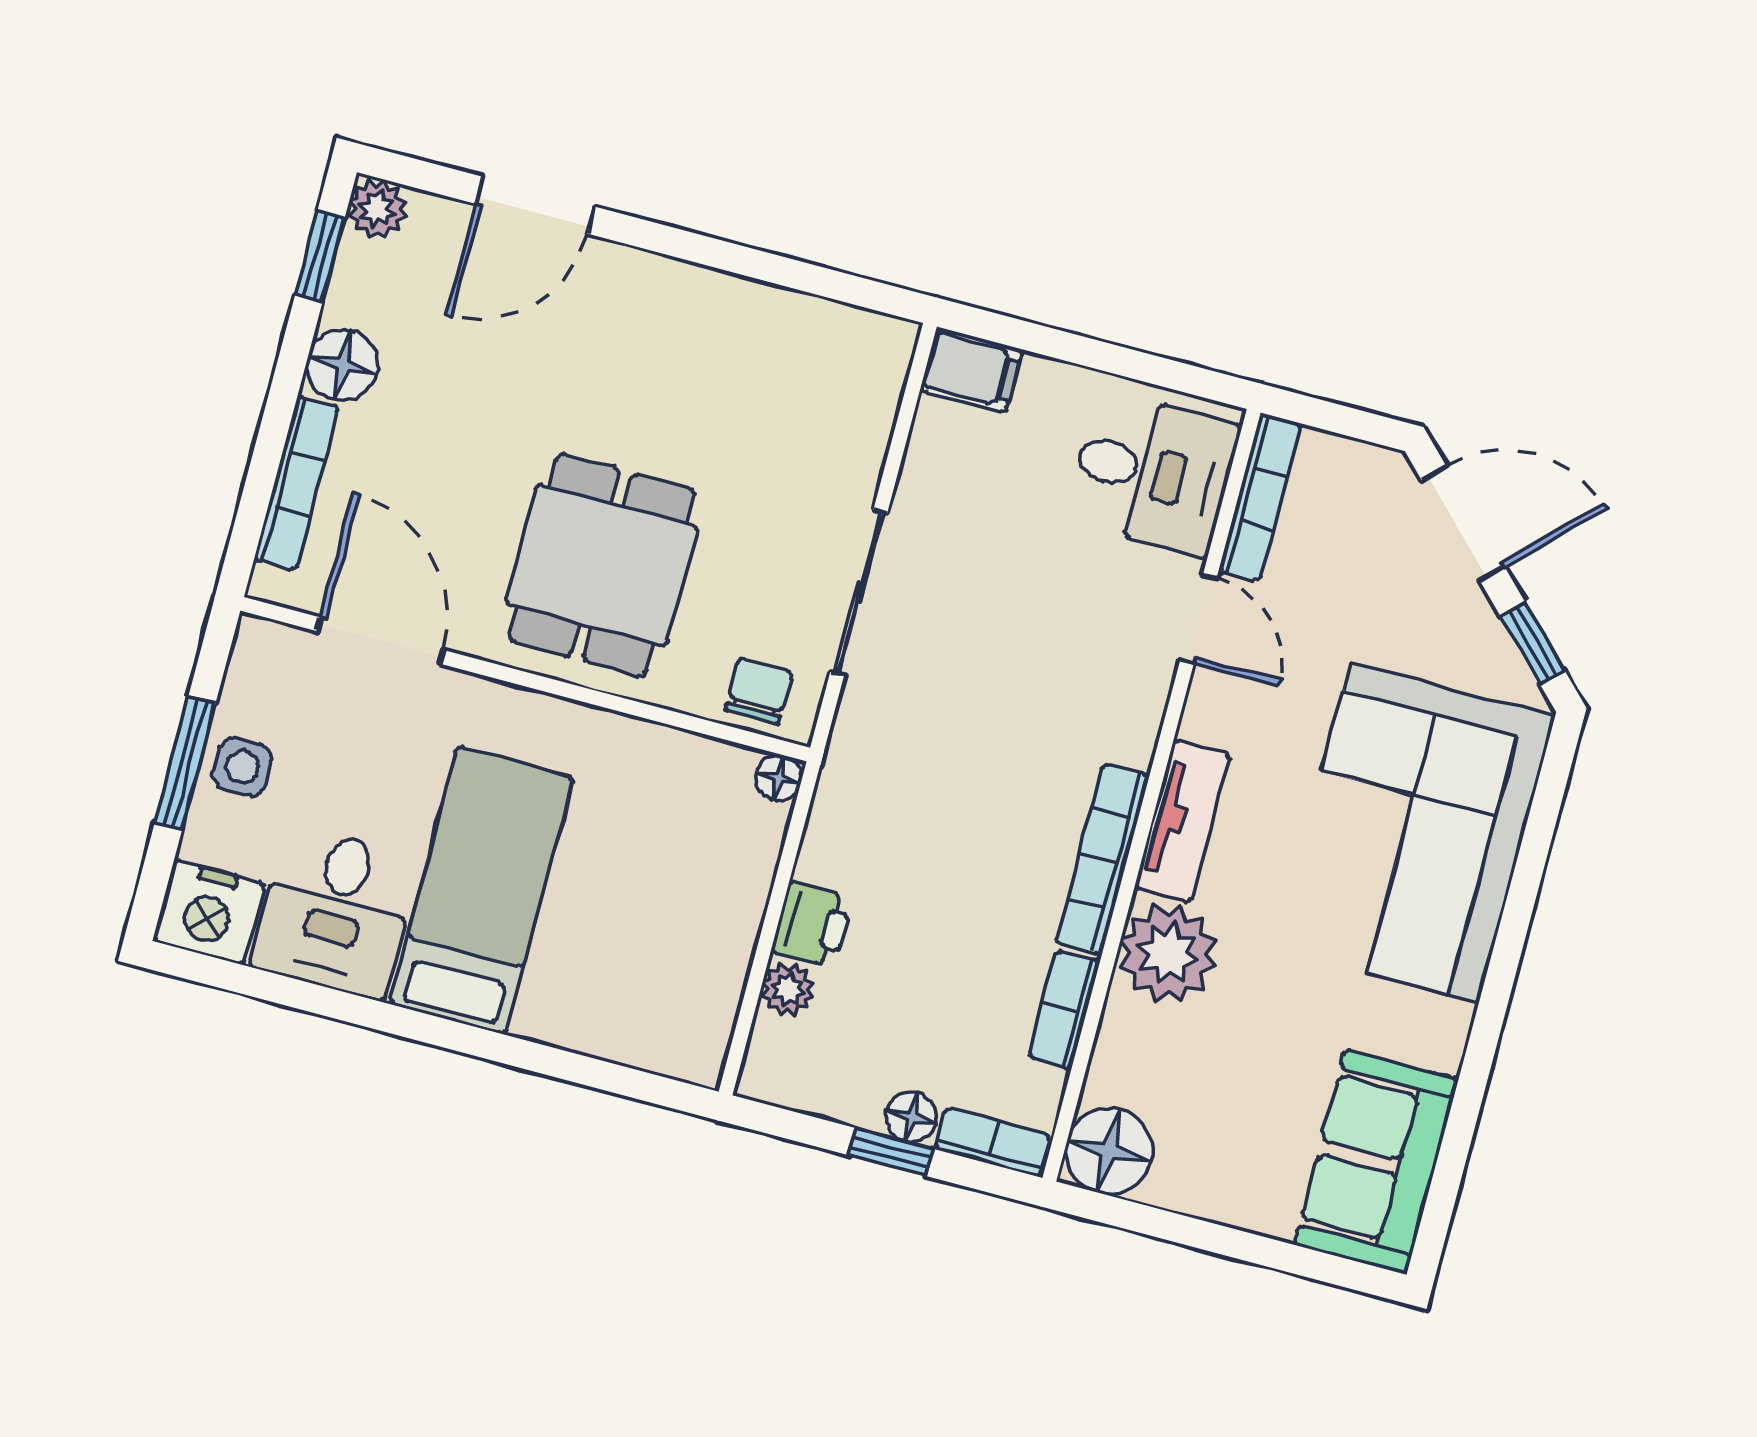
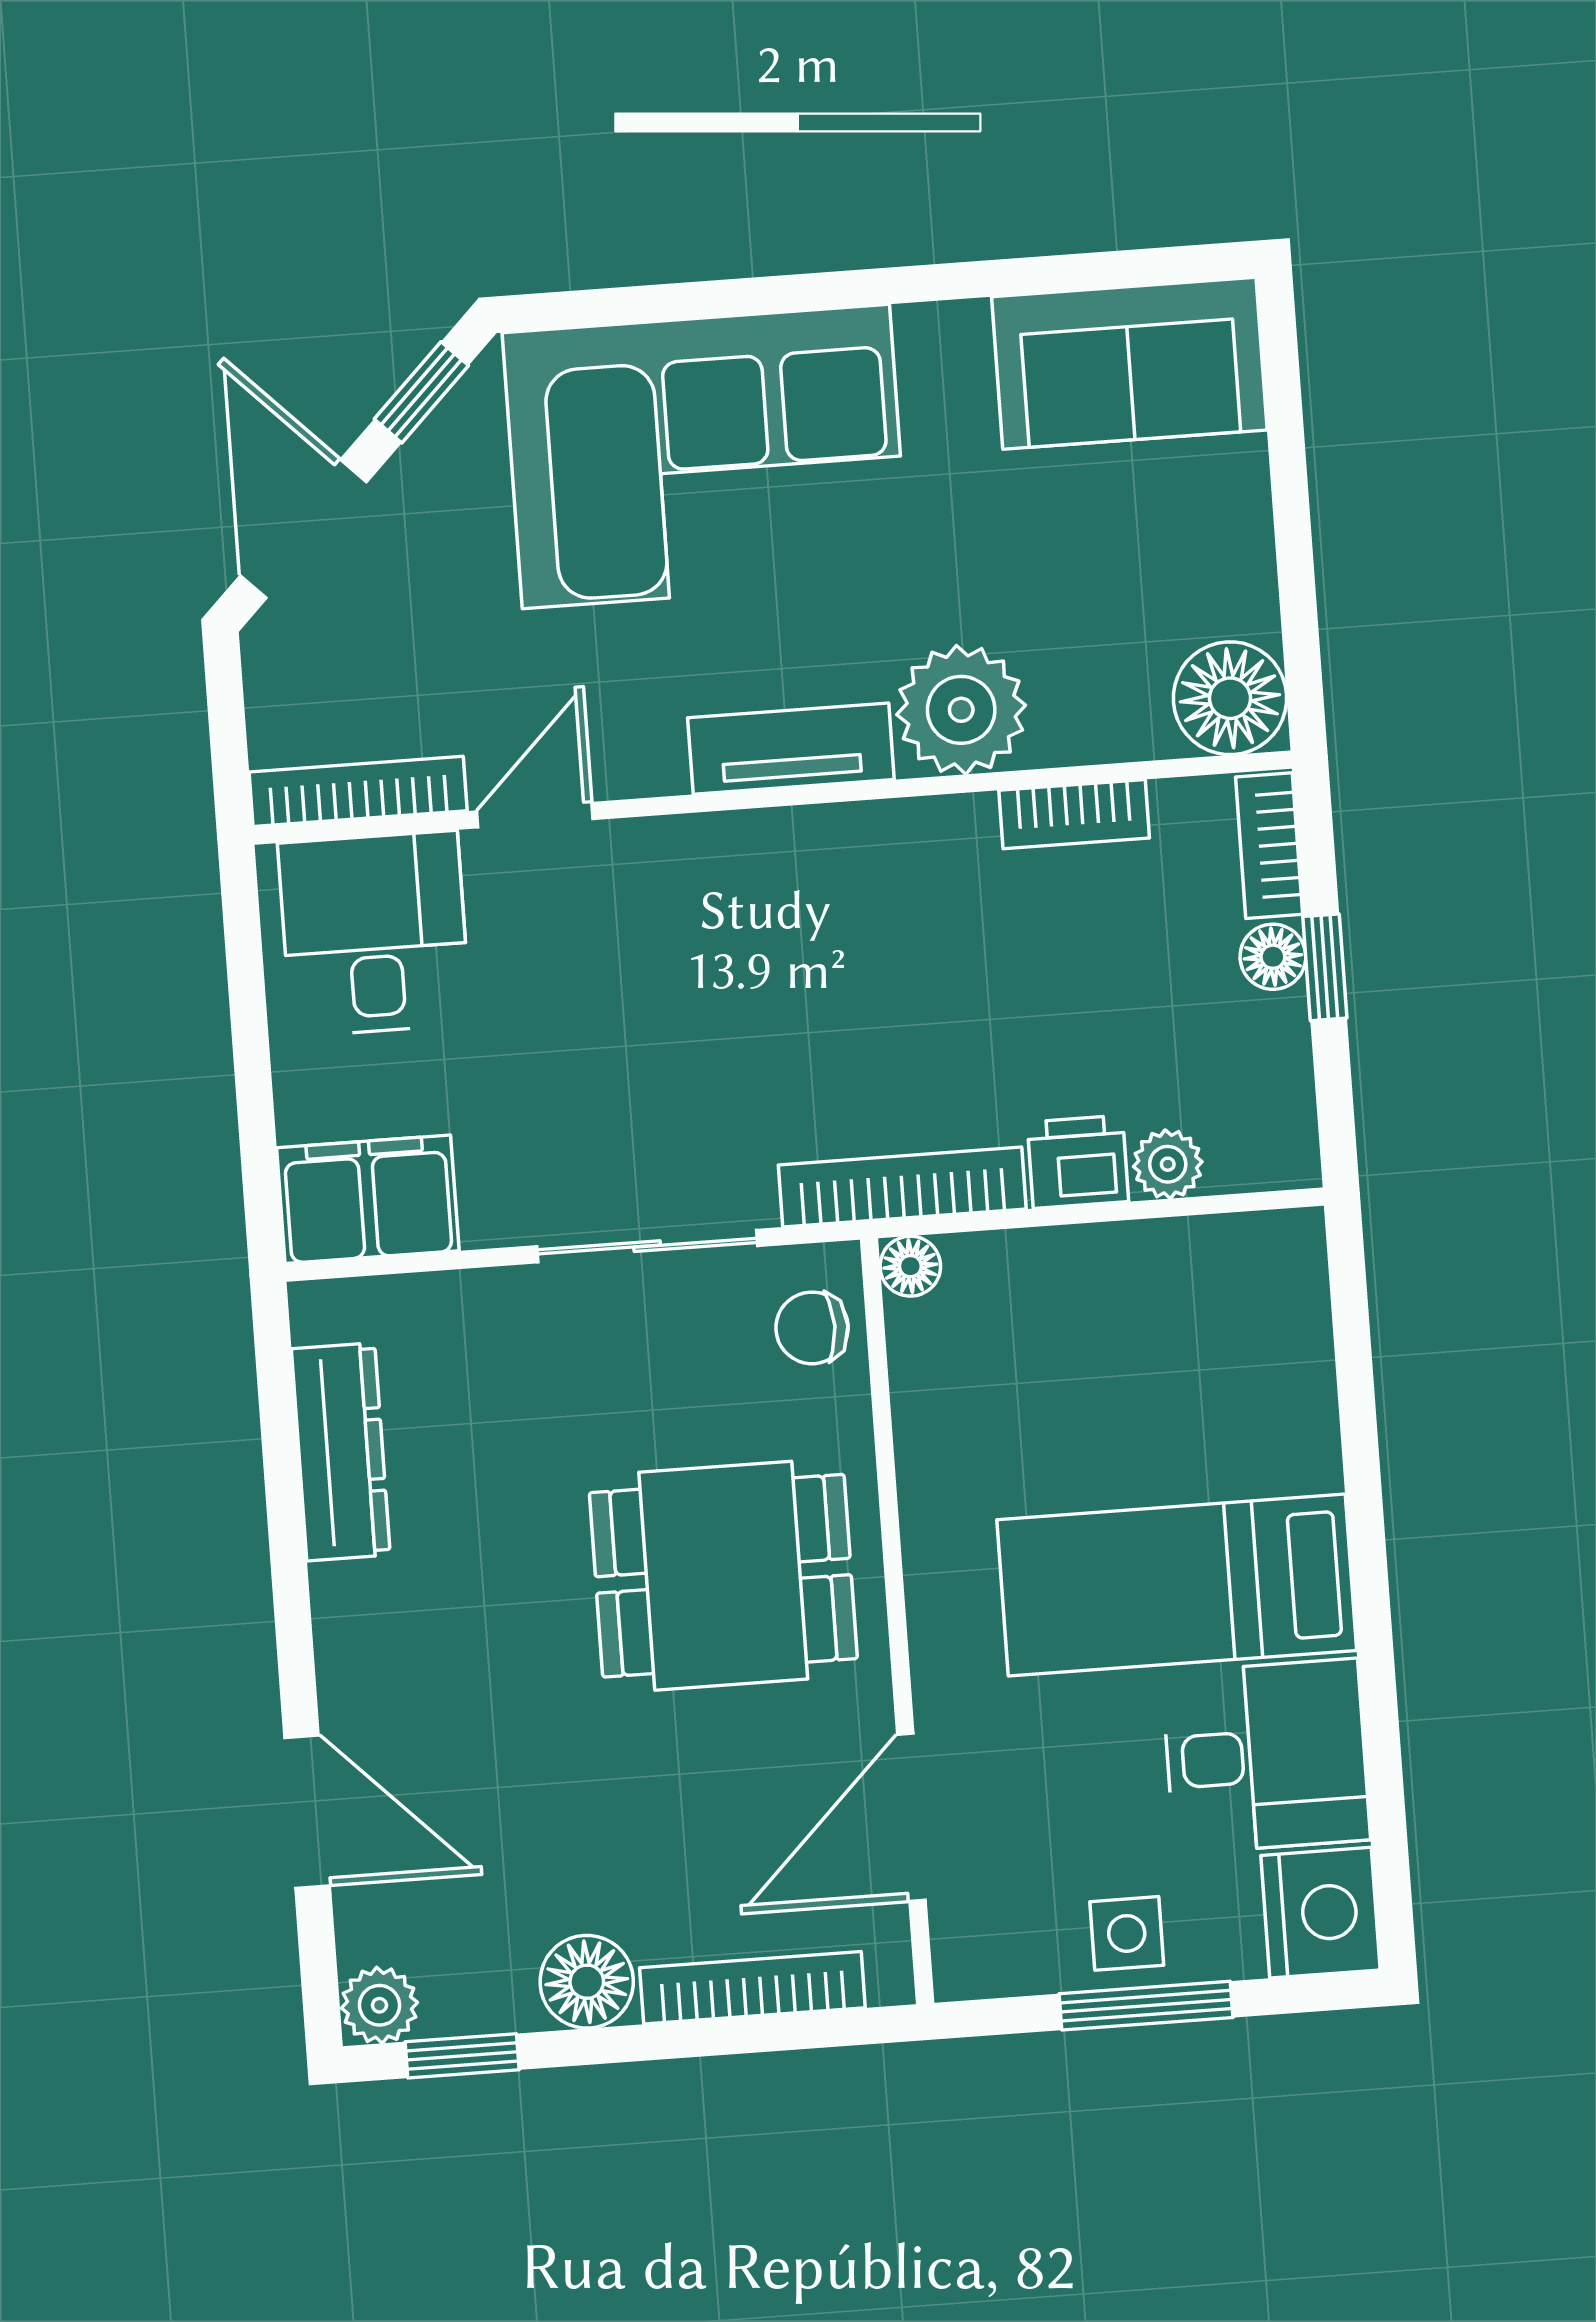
dresser: (787, 320) -> (341, 1452), added
filing cabinet: (971, 370) -> (368, 1199), width x2.00
bookcase: (1103, 859) -> (902, 1187), moved, turned 180

